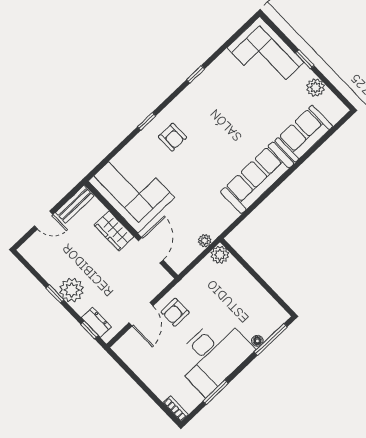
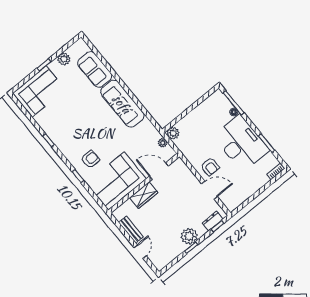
corner sofa: (131, 189) -> (116, 181), moved
wall: (131, 230) -> (144, 183), moved
wardrobe: (114, 231) -> (144, 195), moved
door: (151, 250) -> (159, 171), moved

